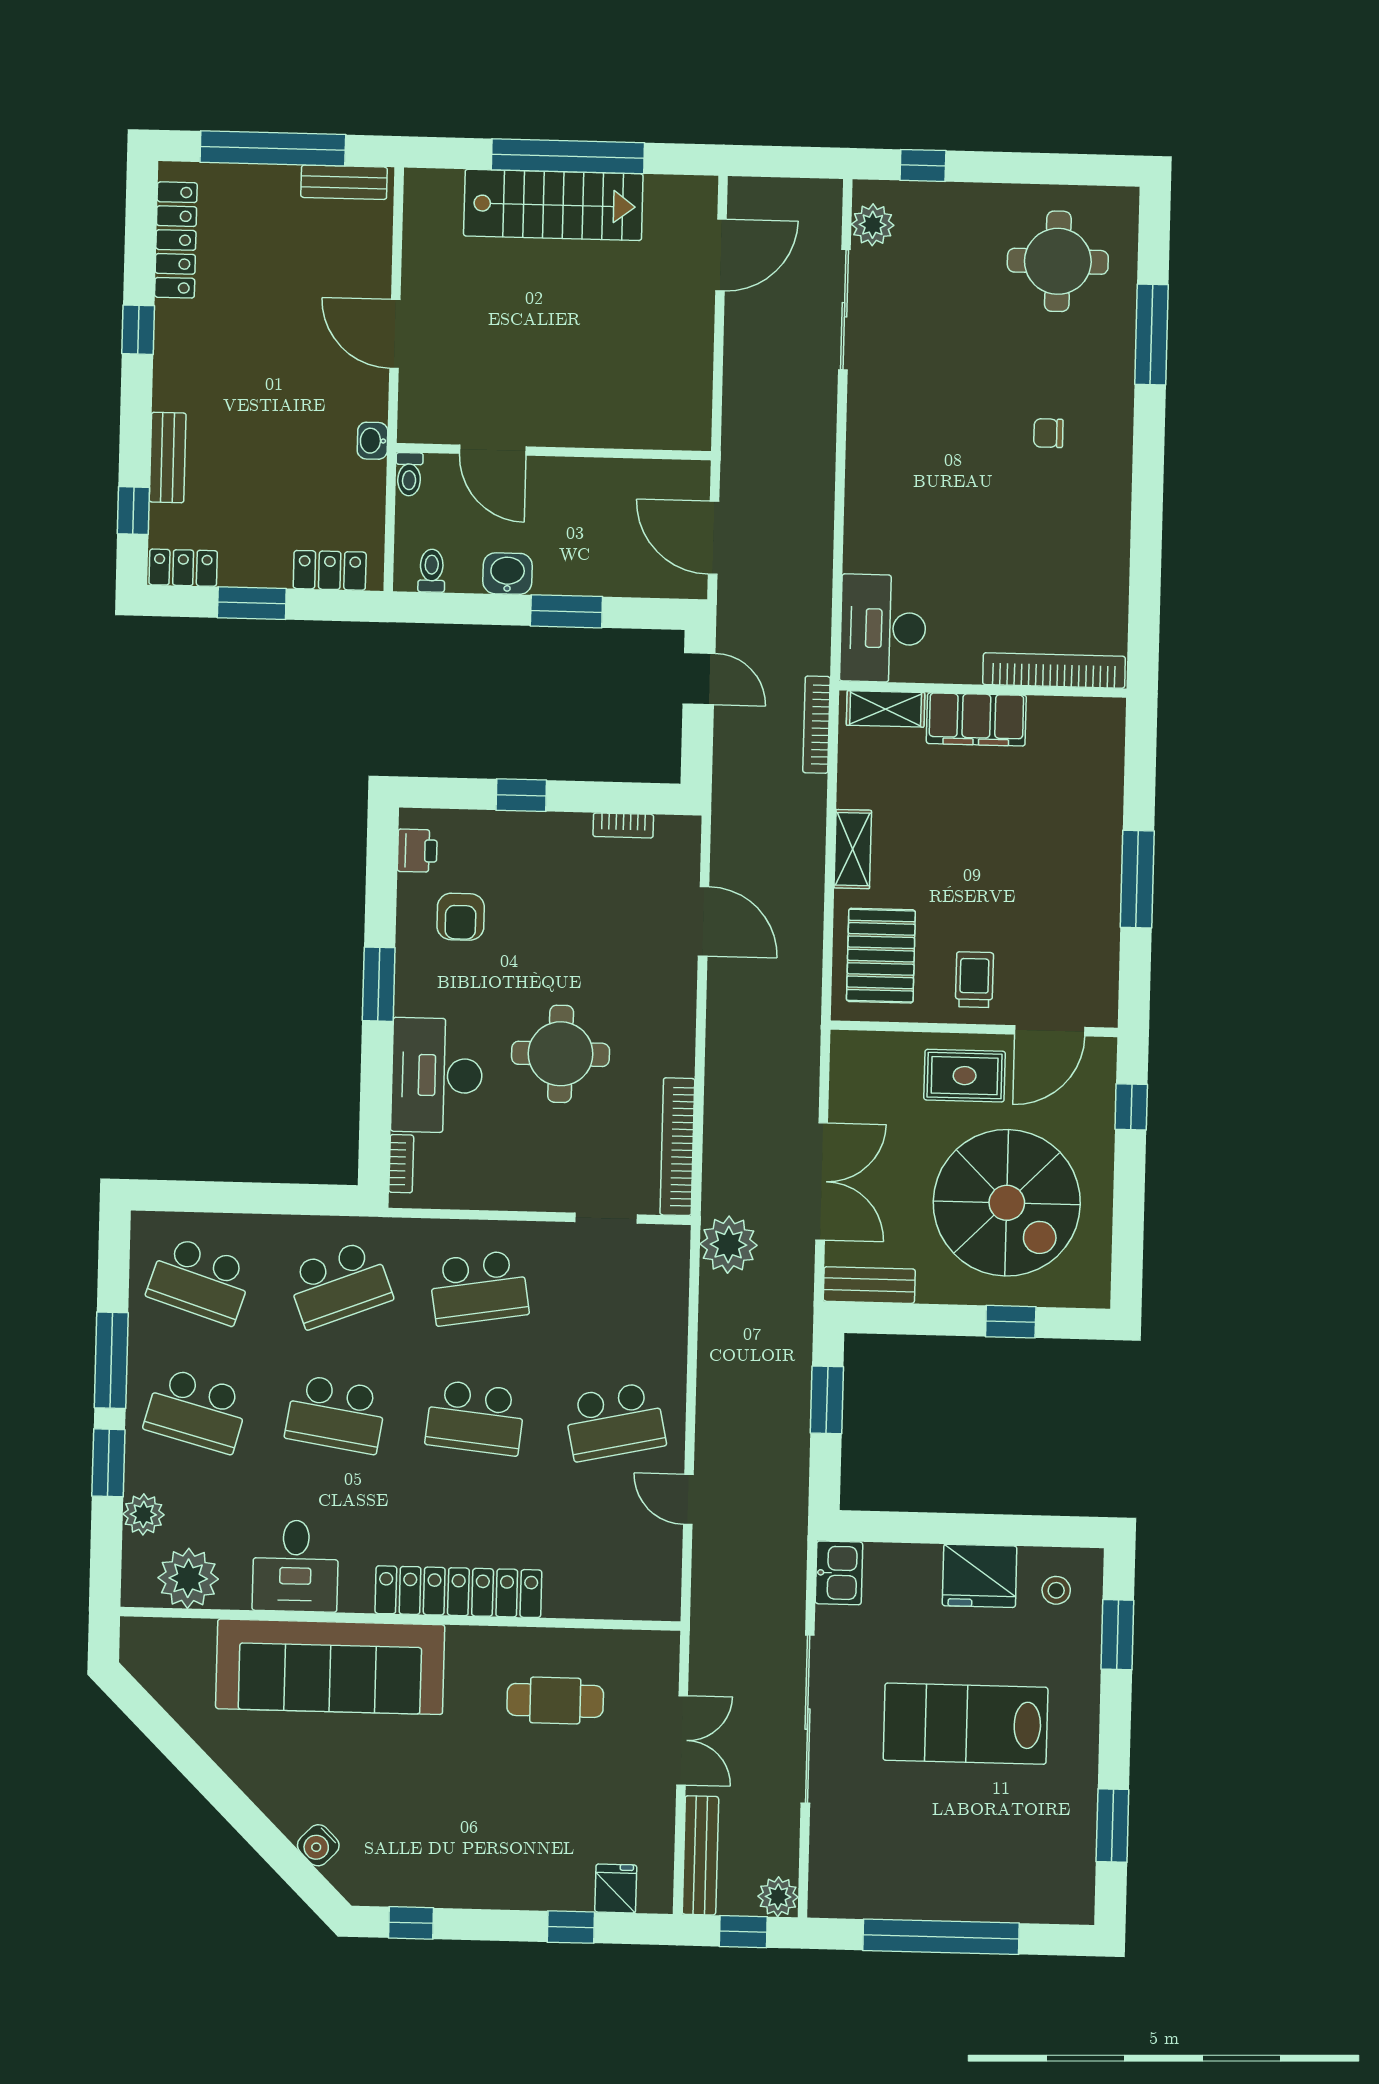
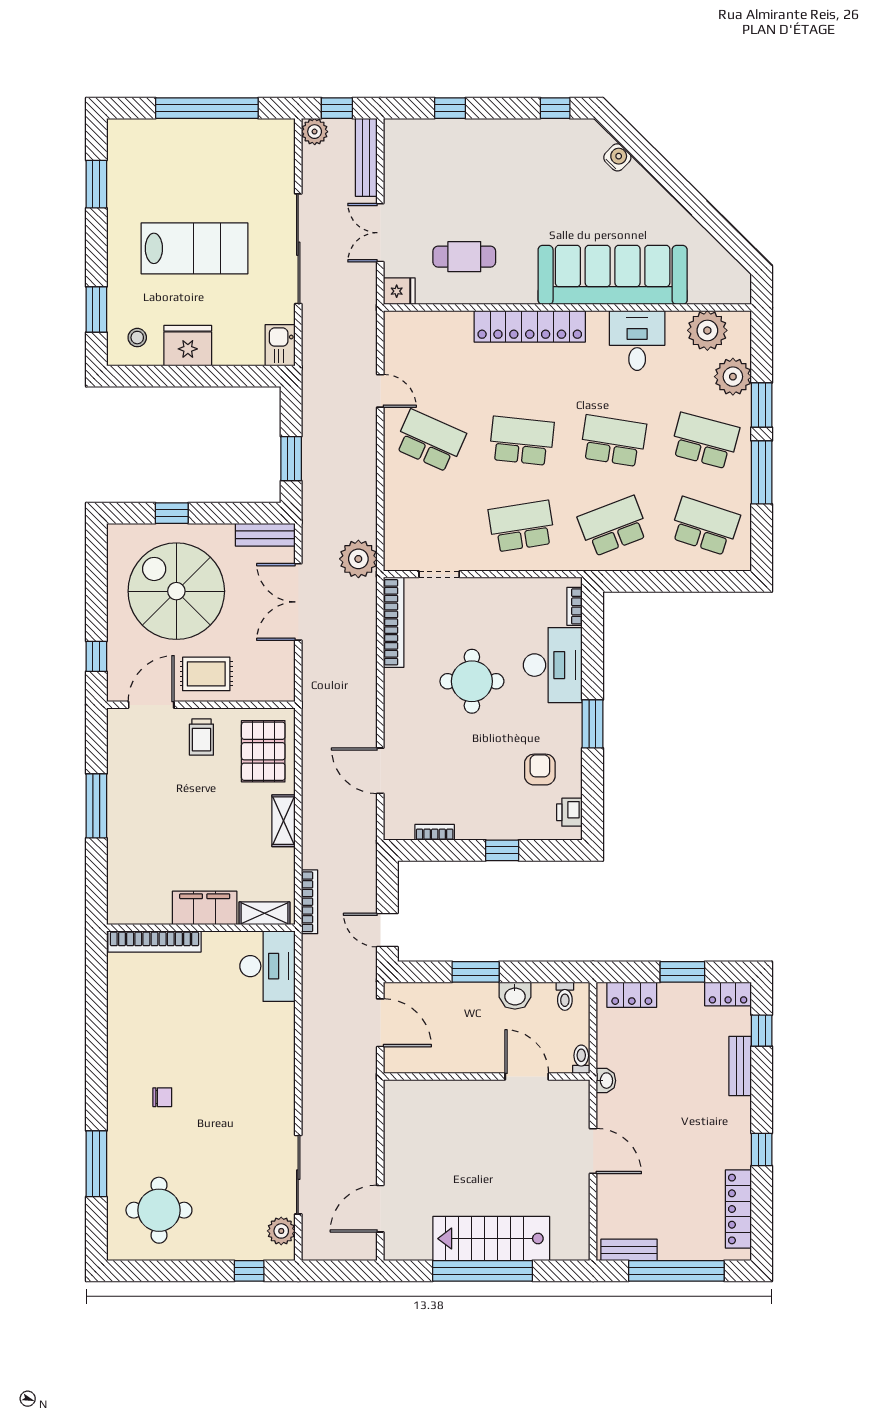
school desk: (615, 1421) -> (430, 441), turned 36
plant: (143, 1514) -> (733, 377), width x1.36, depth x1.36
fridge: (616, 1888) -> (399, 291), moved, turned -90

